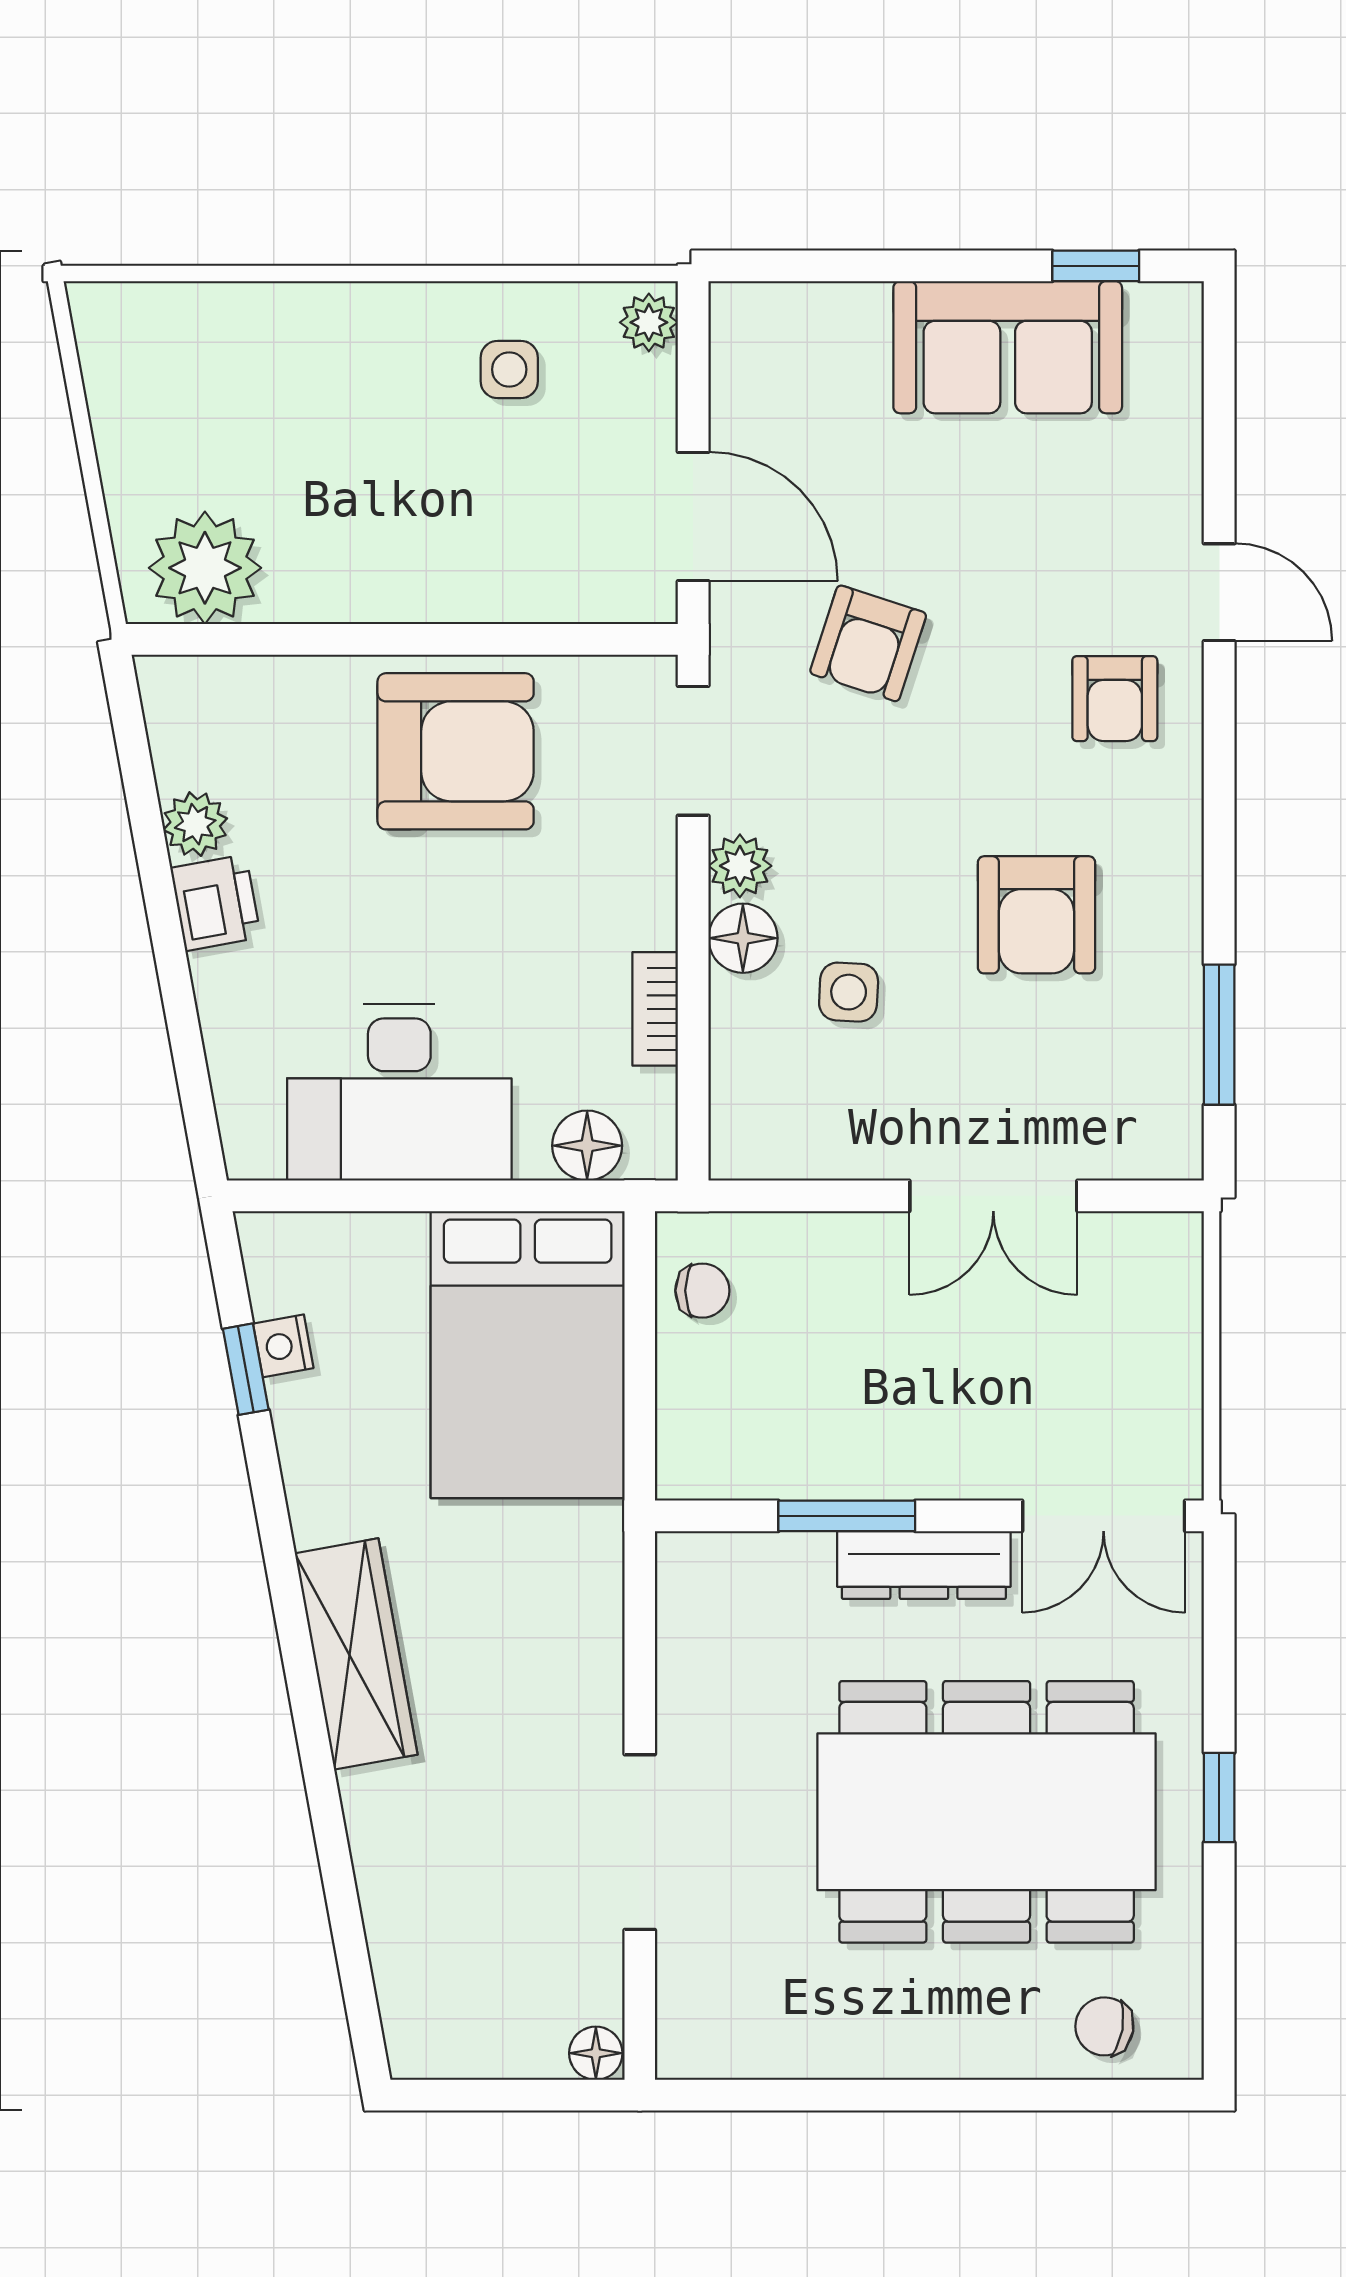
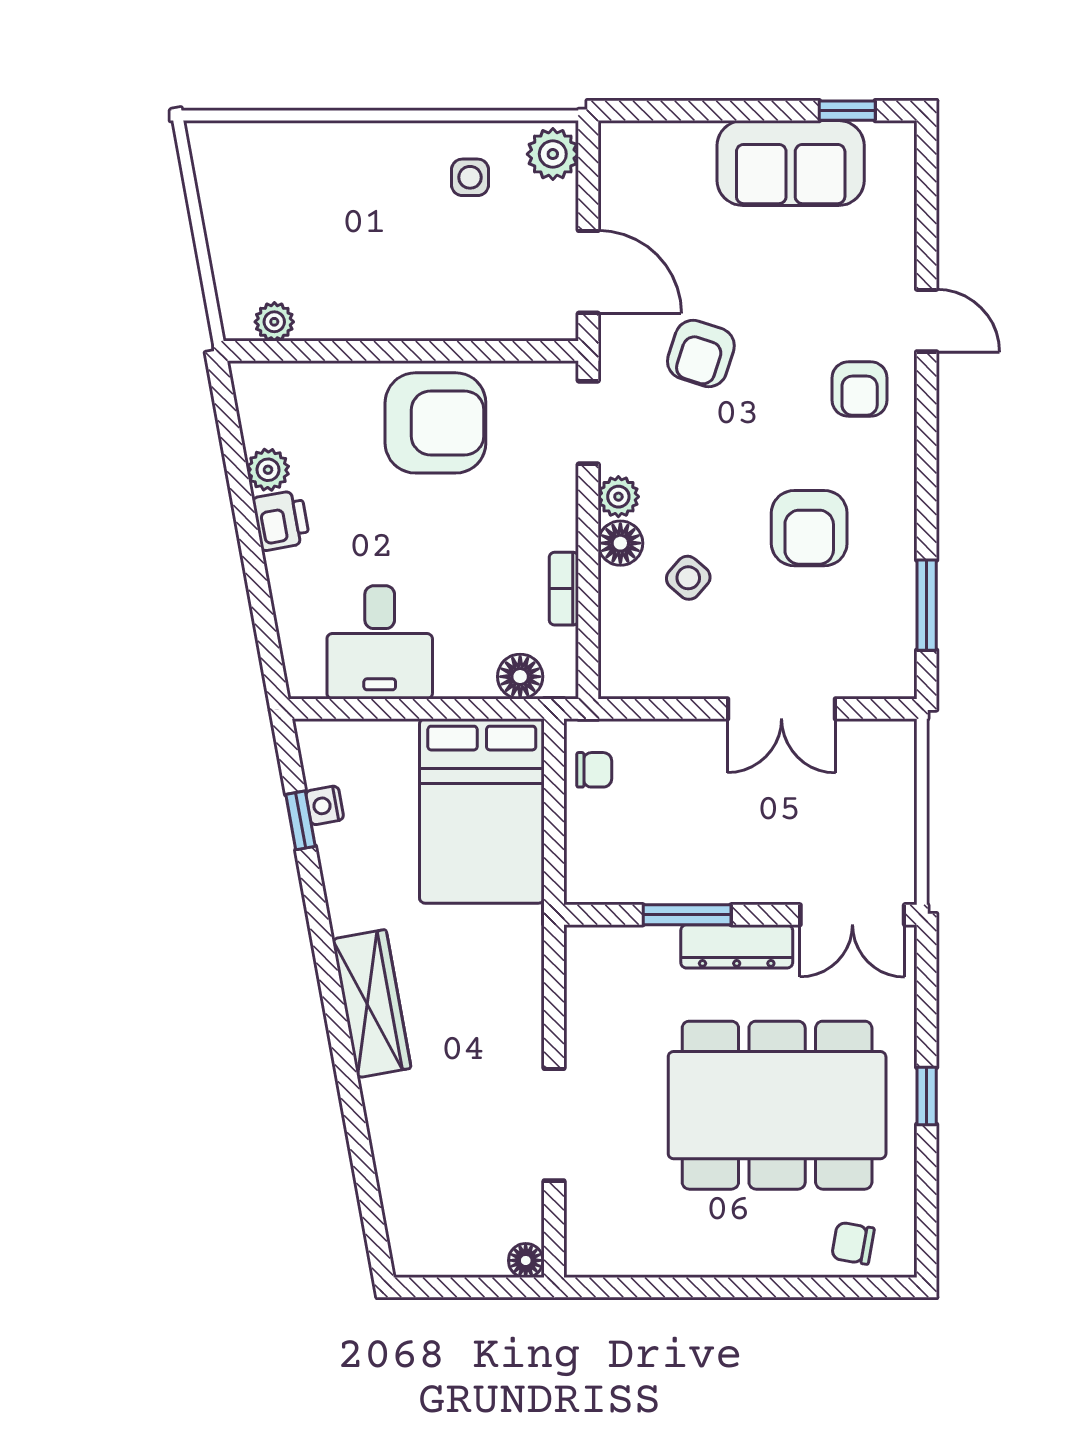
plant: (649, 322) -> (553, 154), width x1.38, depth x1.38
plant: (205, 568) -> (274, 322), width x0.53, depth x0.53
side table: (849, 992) -> (688, 578), turned 38
desk: (399, 1092) -> (380, 642), width x0.73

